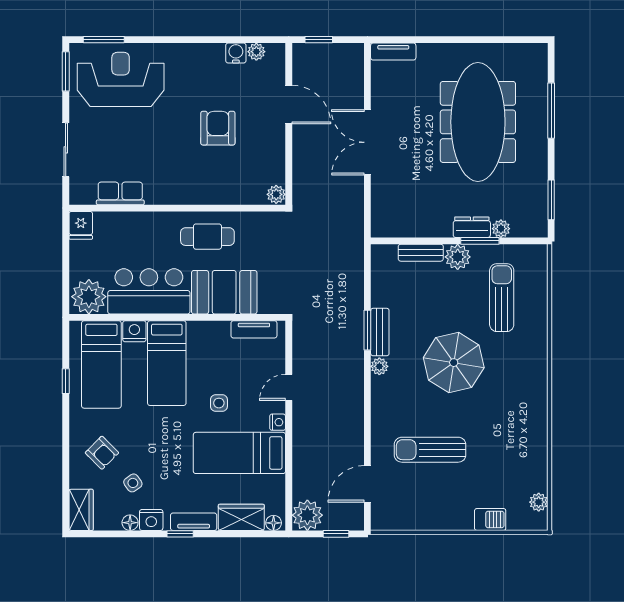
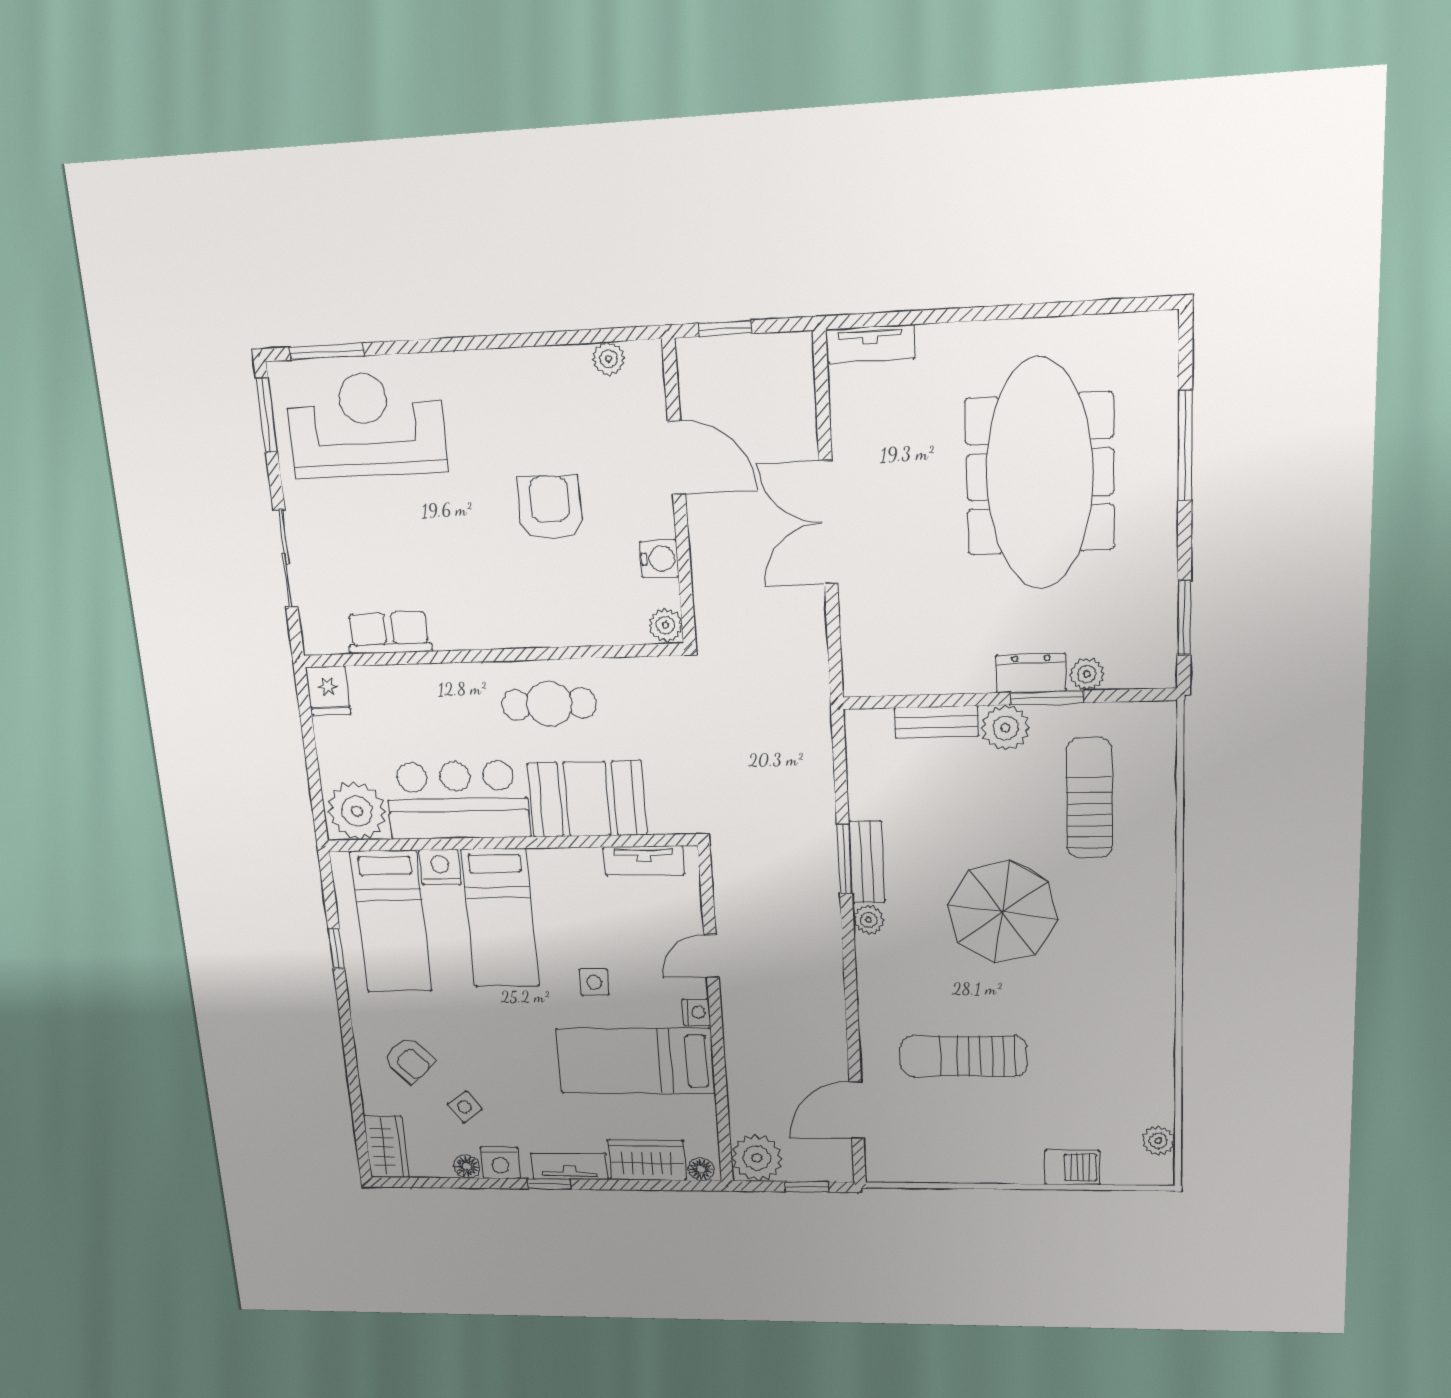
water cooler: (236, 53) -> (659, 559), moved, turned 90

